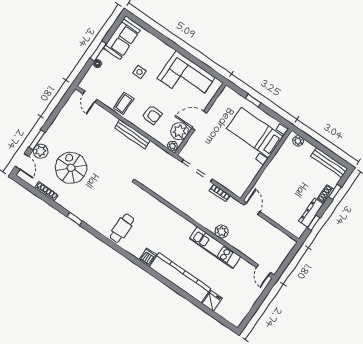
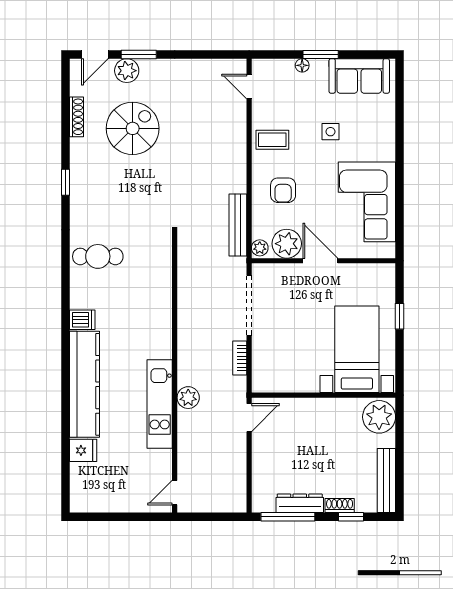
door: (90, 97) -> (249, 87), hinge flipped
bench: (133, 134) -> (238, 225), moved
plant: (298, 141) -> (379, 417), width x1.88, depth x1.88
window: (314, 223) -> (288, 517), width x2.17

